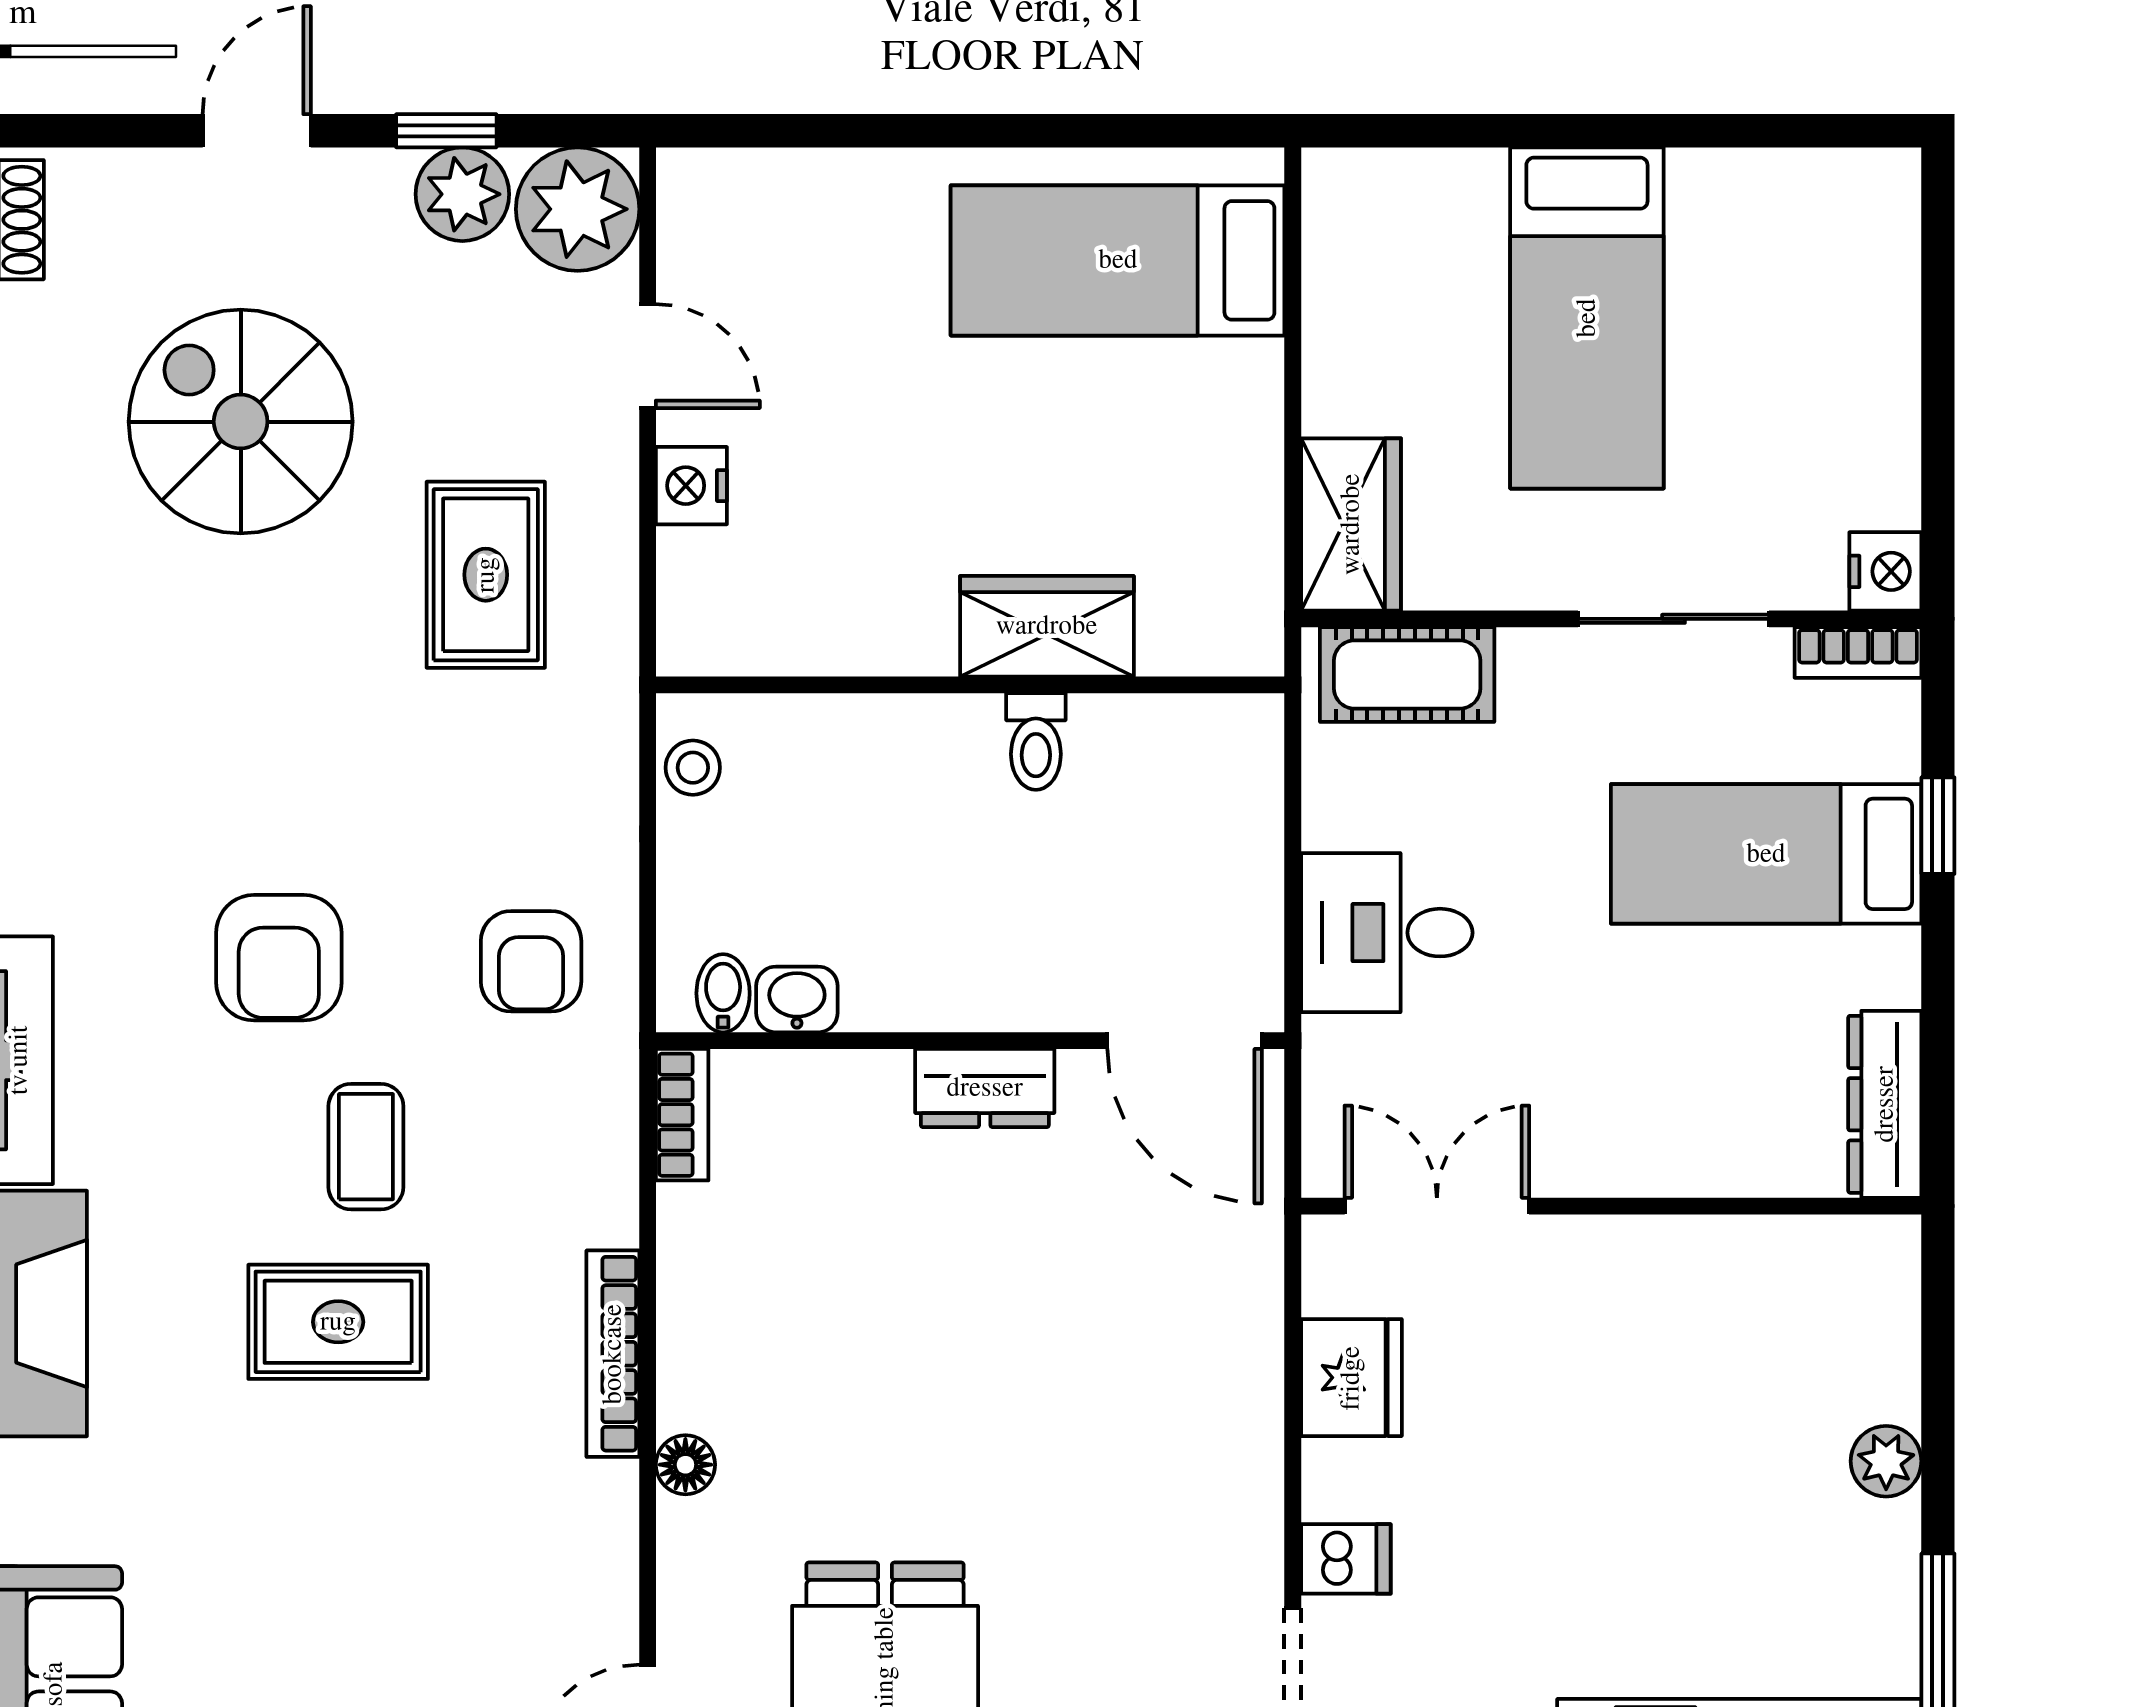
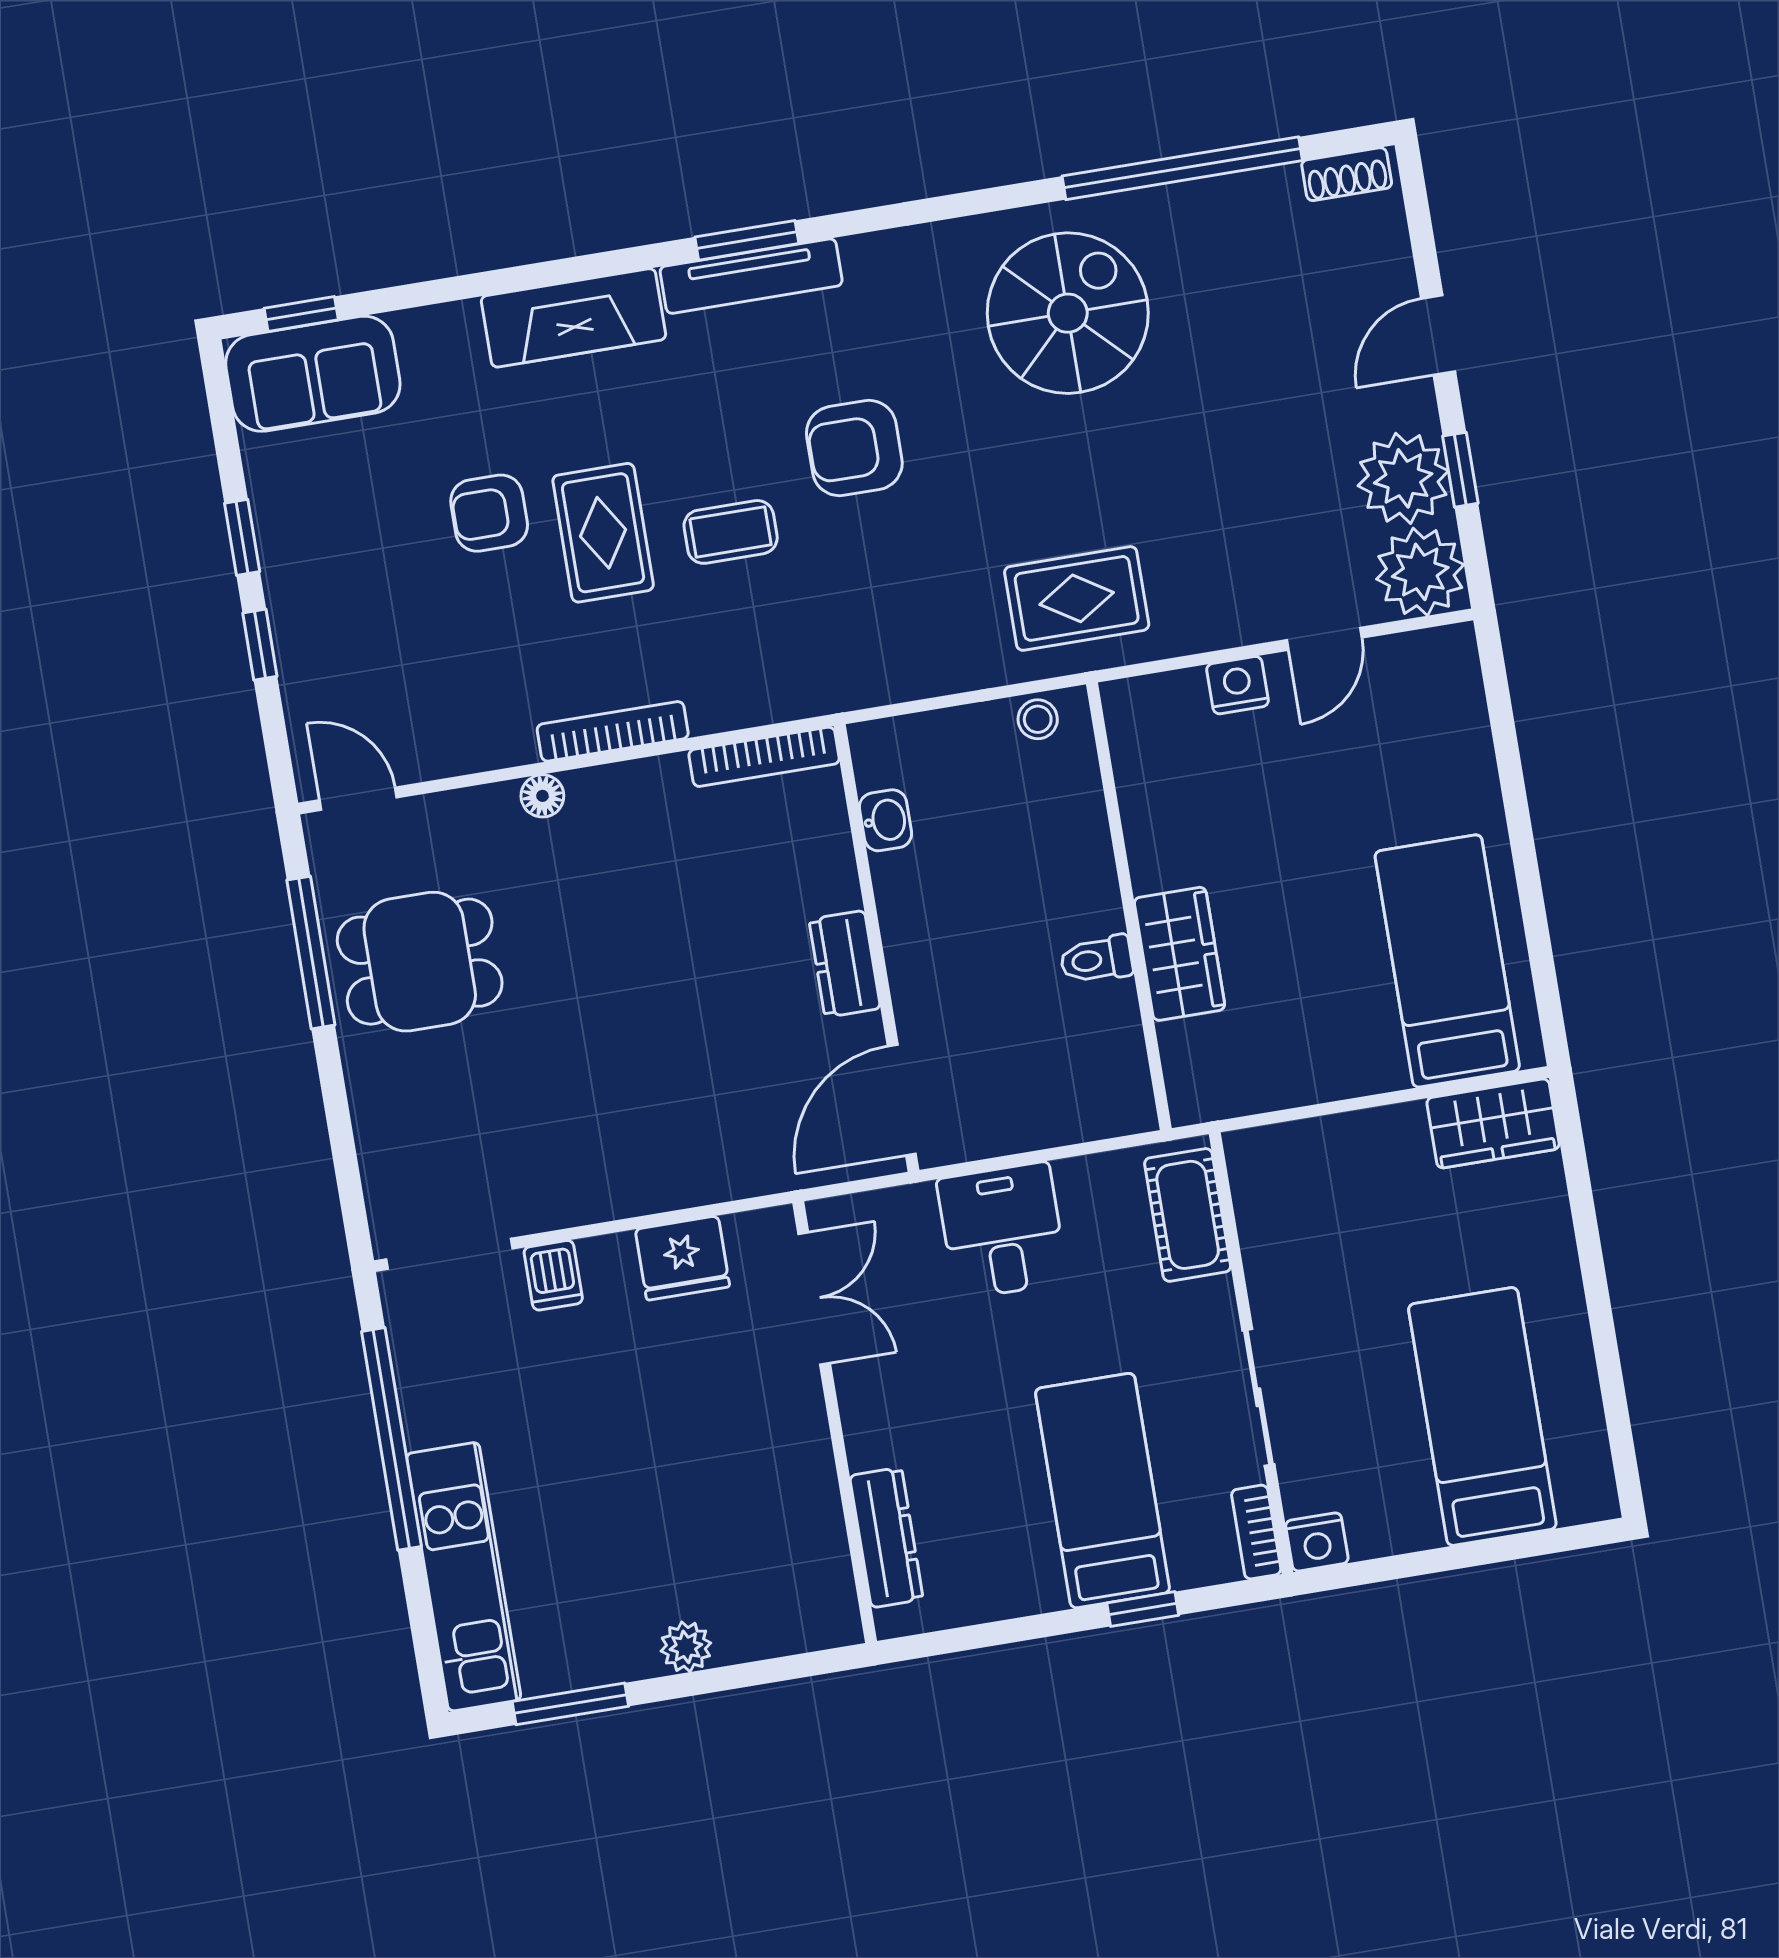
door: (257, 131) -> (1438, 335), swing flipped
plant: (462, 194) -> (1403, 478), width x1.36, depth x1.36
bed: (1587, 318) -> (1482, 1416), moved, turned 90
spiral stairs: (241, 422) -> (1068, 313), moved
wardrobe: (1351, 524) -> (1493, 1123), moved
rug: (486, 575) -> (1077, 598), moved
armchair: (531, 961) -> (489, 513), moved
bidet: (723, 993) -> (881, 767), removed
dresser: (1885, 1104) -> (886, 1537), moved, turned 90
bookcase: (682, 1115) -> (764, 757), width x1.56

